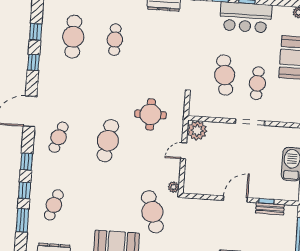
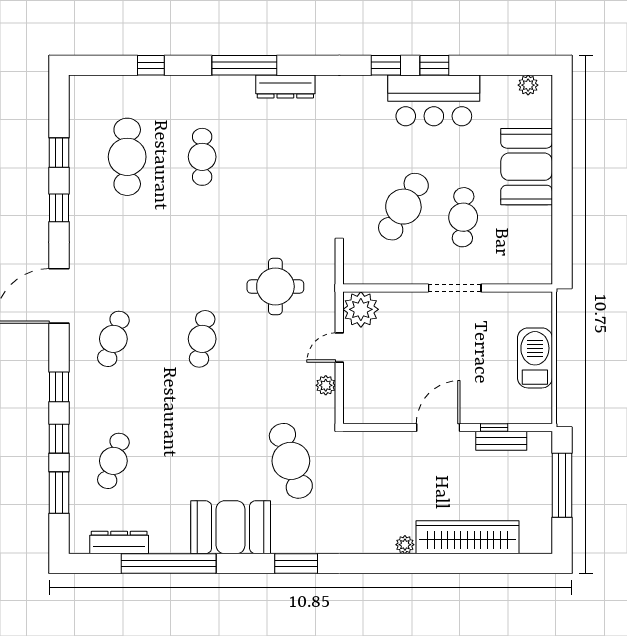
cafe table: (225, 75) -> (403, 207), turned 38
cafe table: (108, 141) -> (202, 339), width x0.73, depth x0.74
plant: (174, 187) -> (326, 385), moved

